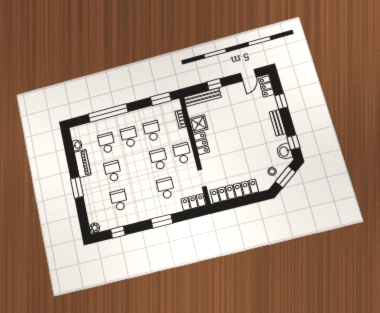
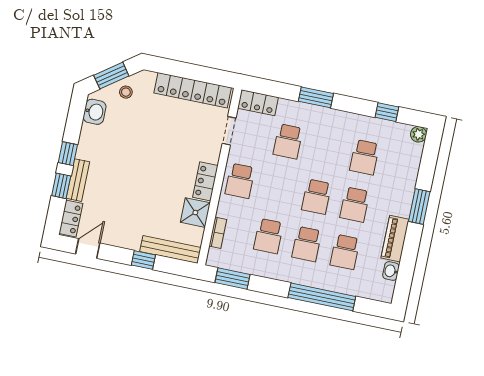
bench: (278, 123) -> (78, 180), moved
window: (293, 142) -> (68, 154), moved
school desk: (159, 159) -> (316, 197), moved

